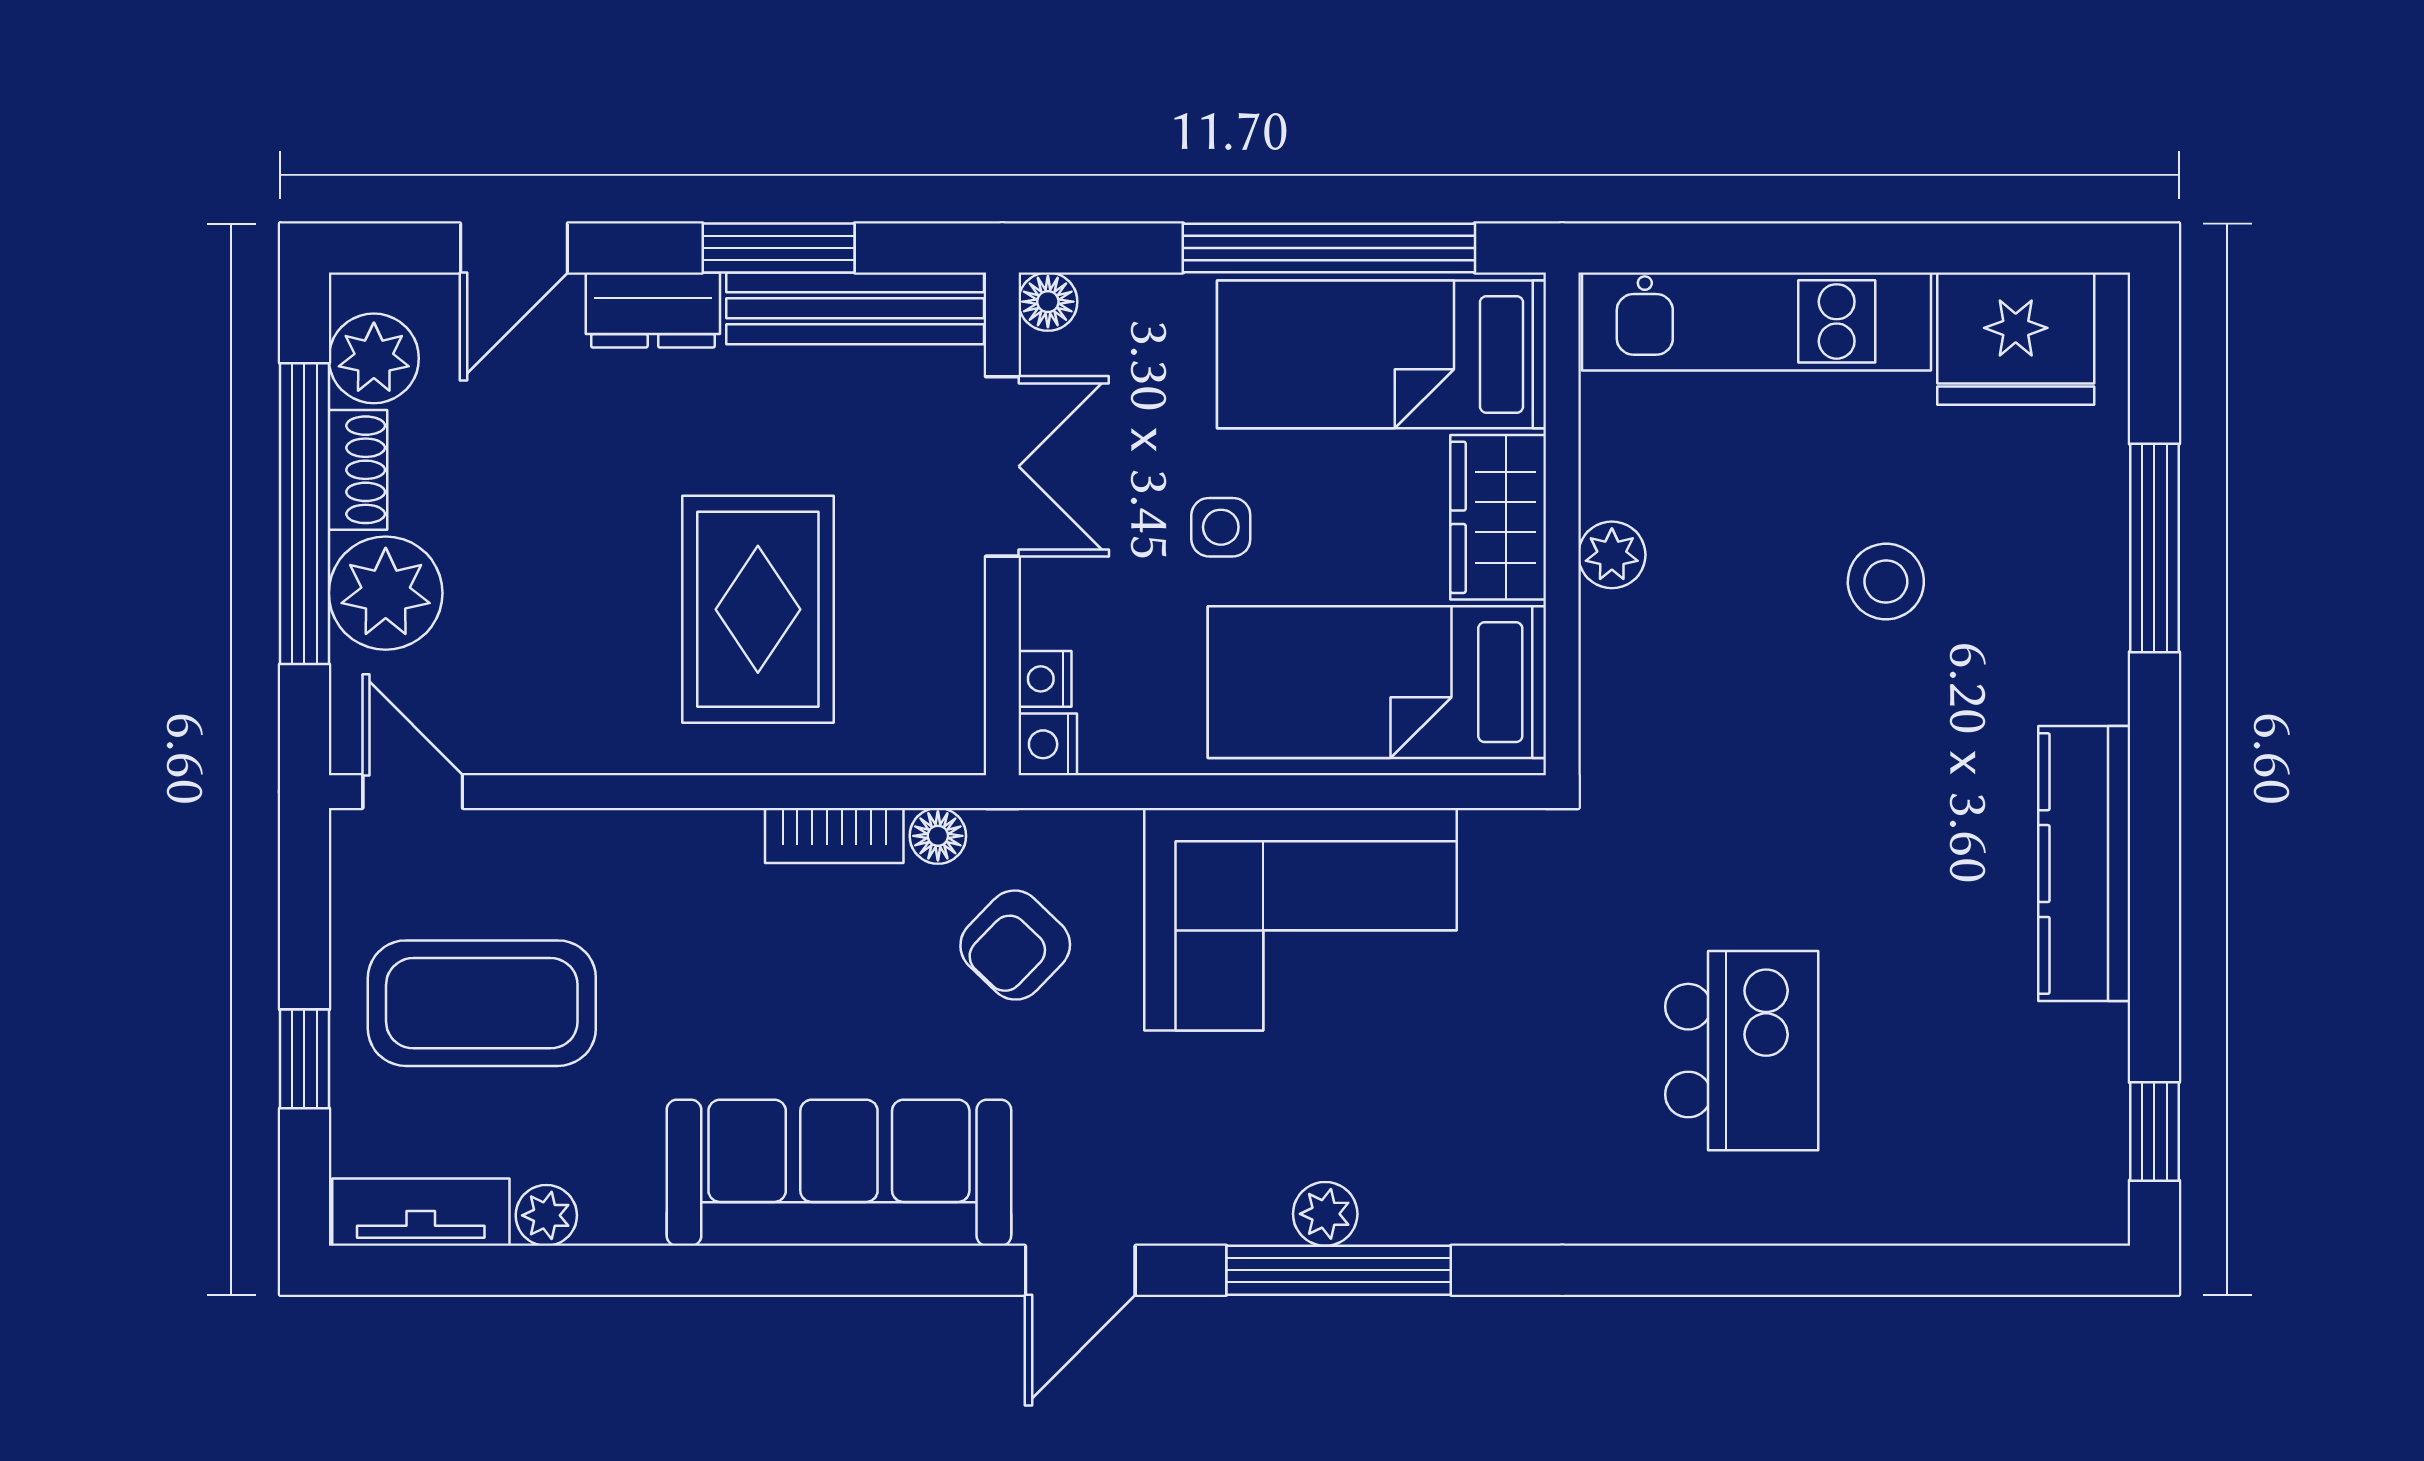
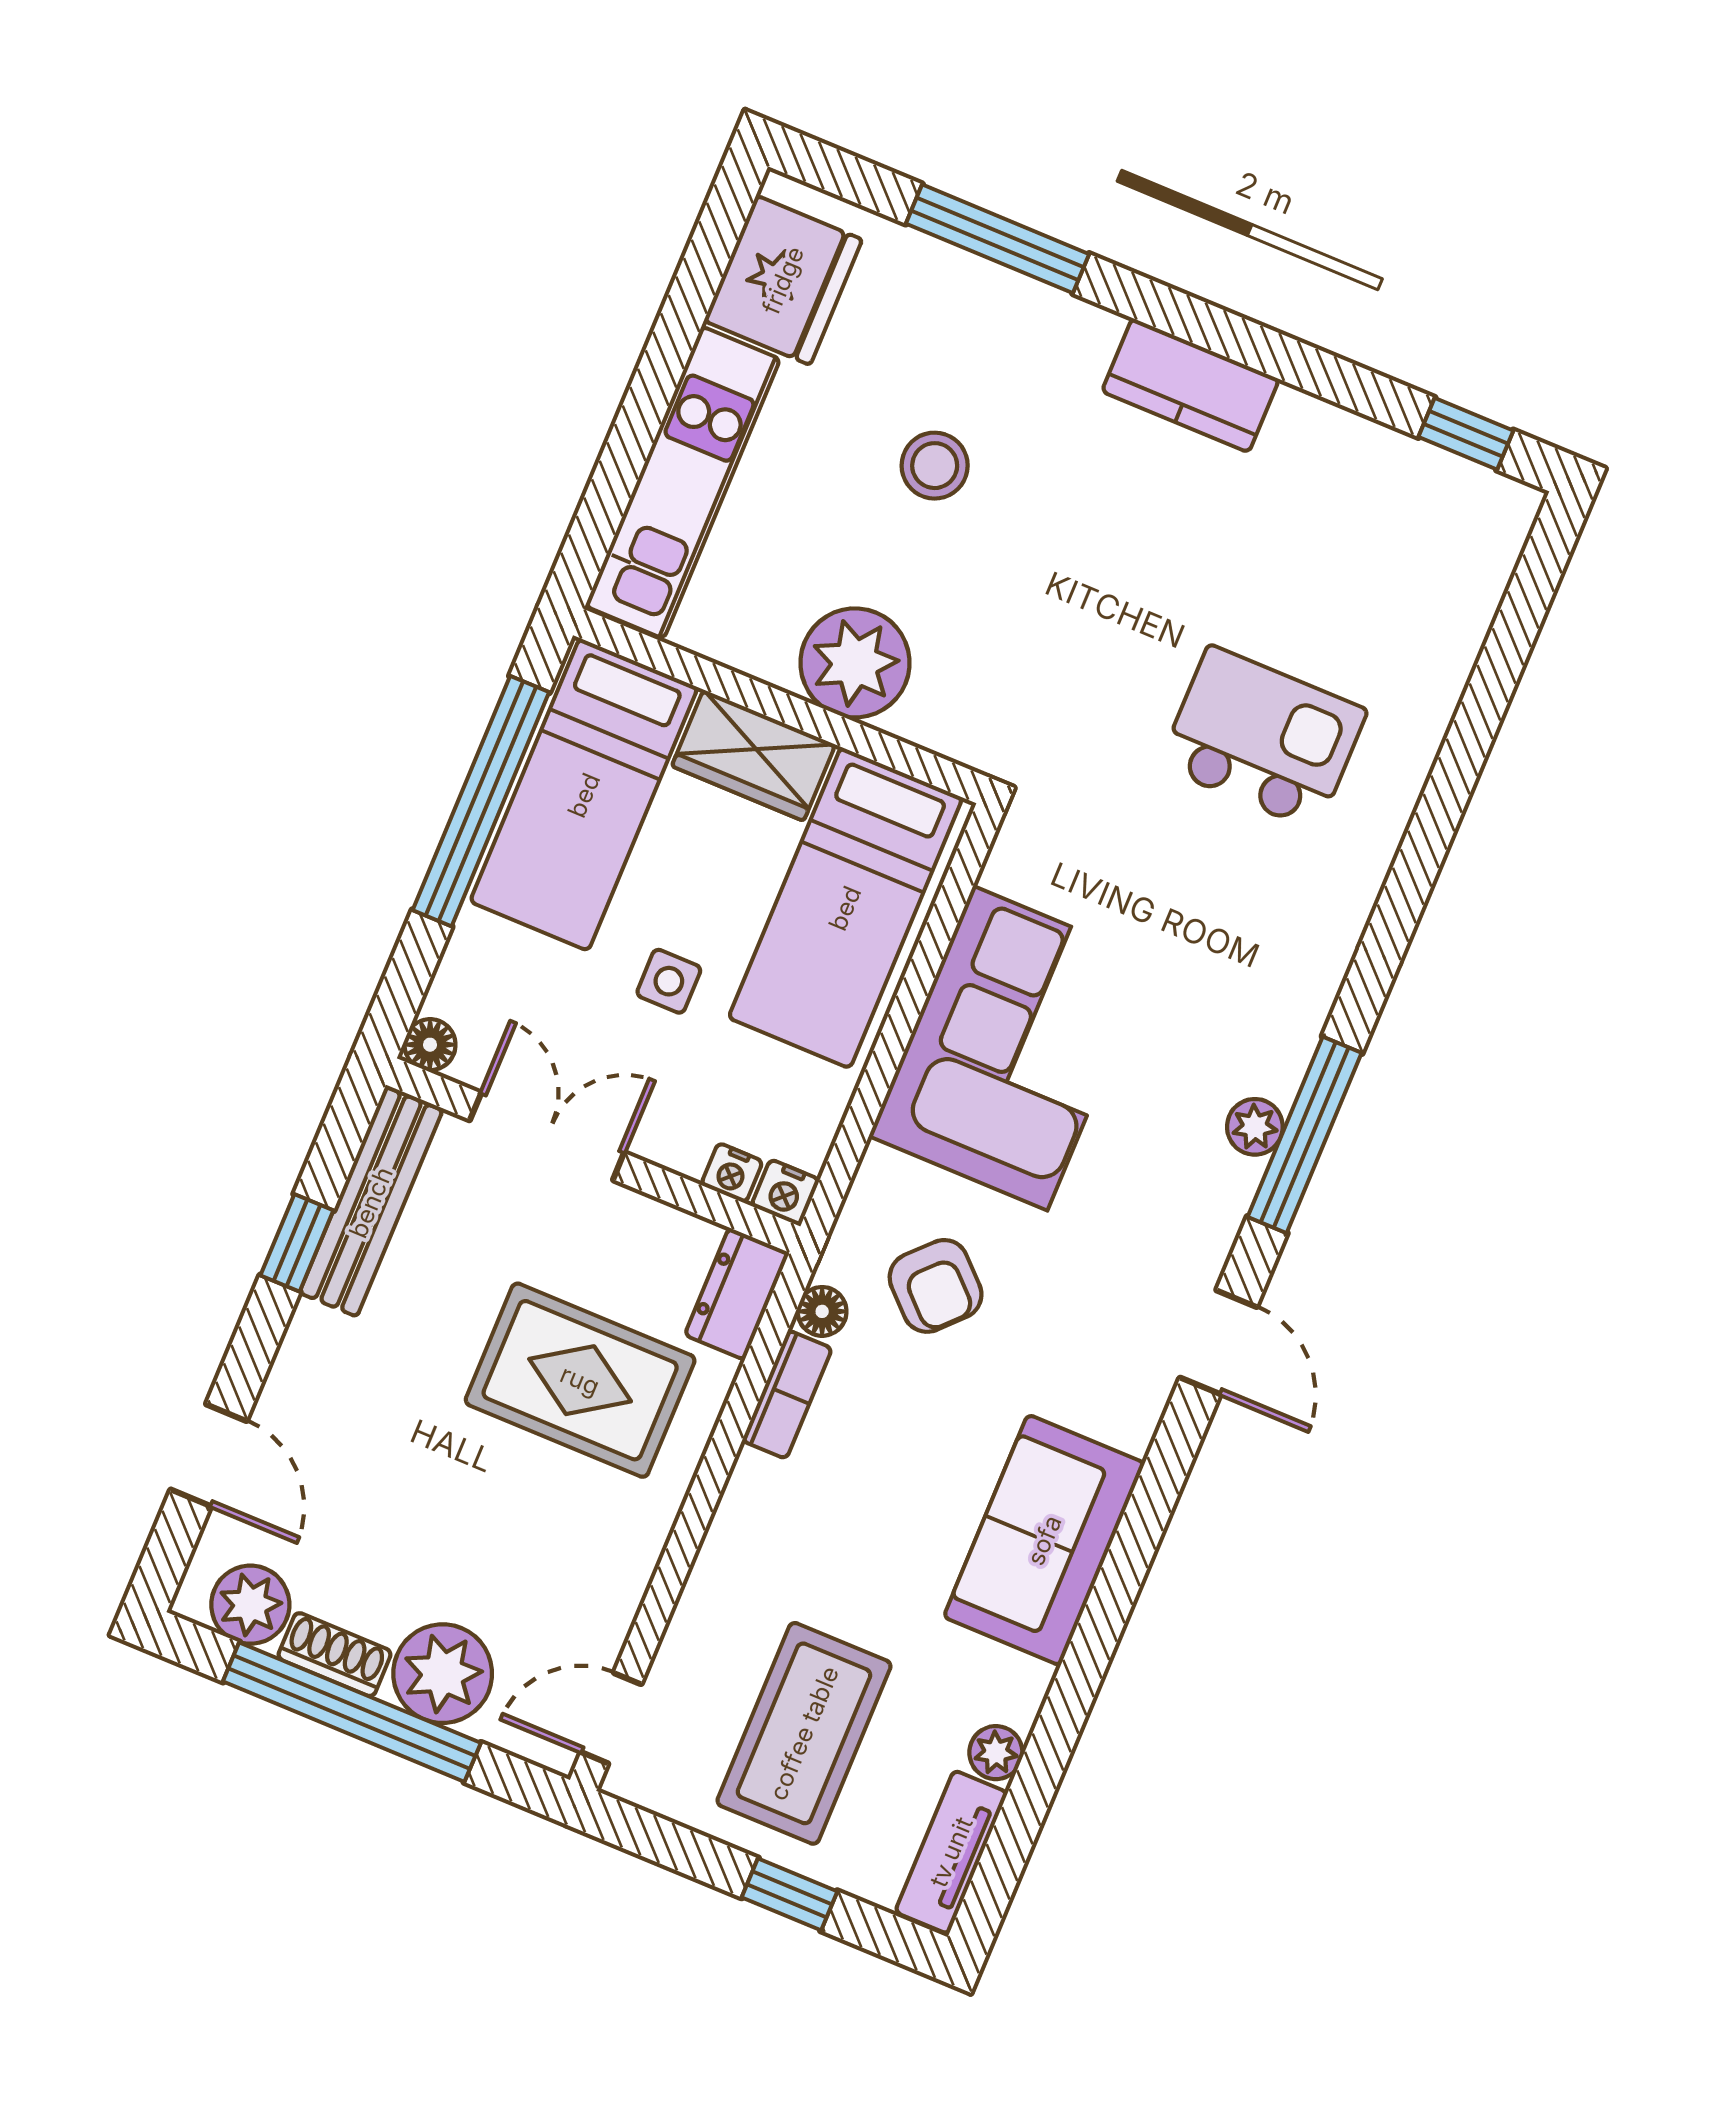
window: (779, 248) -> (297, 1243), width x0.67
dresser: (653, 310) -> (737, 1294), moved, turned 180
plant: (1612, 555) -> (855, 663), width x1.87, depth x1.87
kitchen counter: (2084, 864) -> (1190, 385), width x0.67
sofa: (839, 1173) -> (1044, 1540), width x0.73

